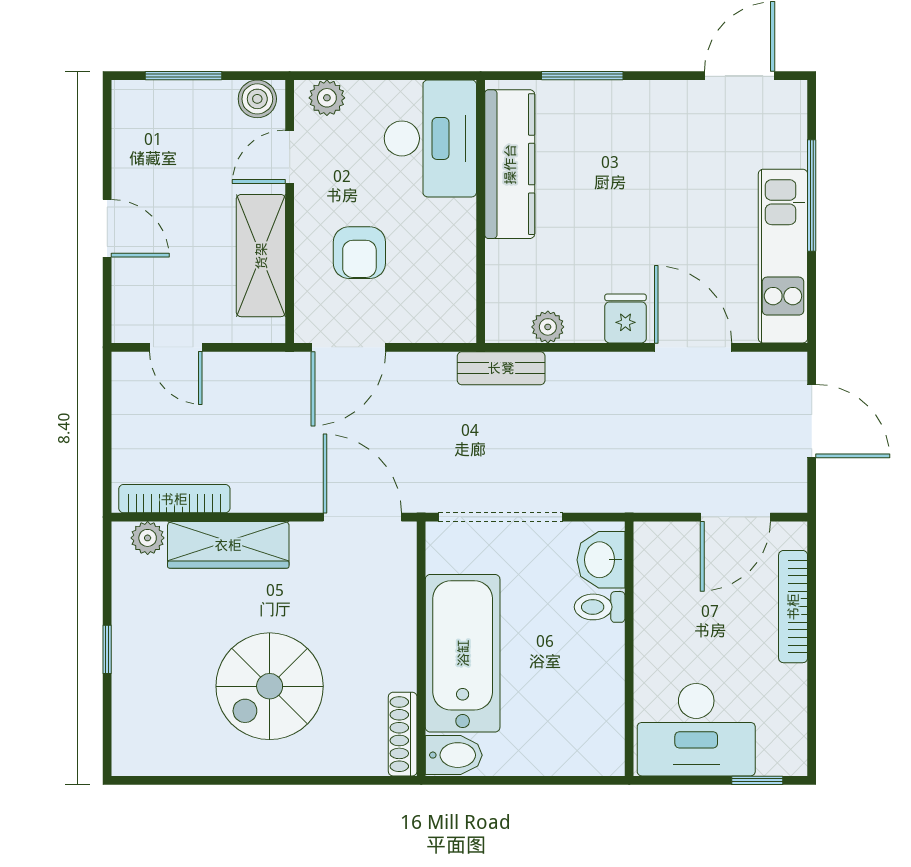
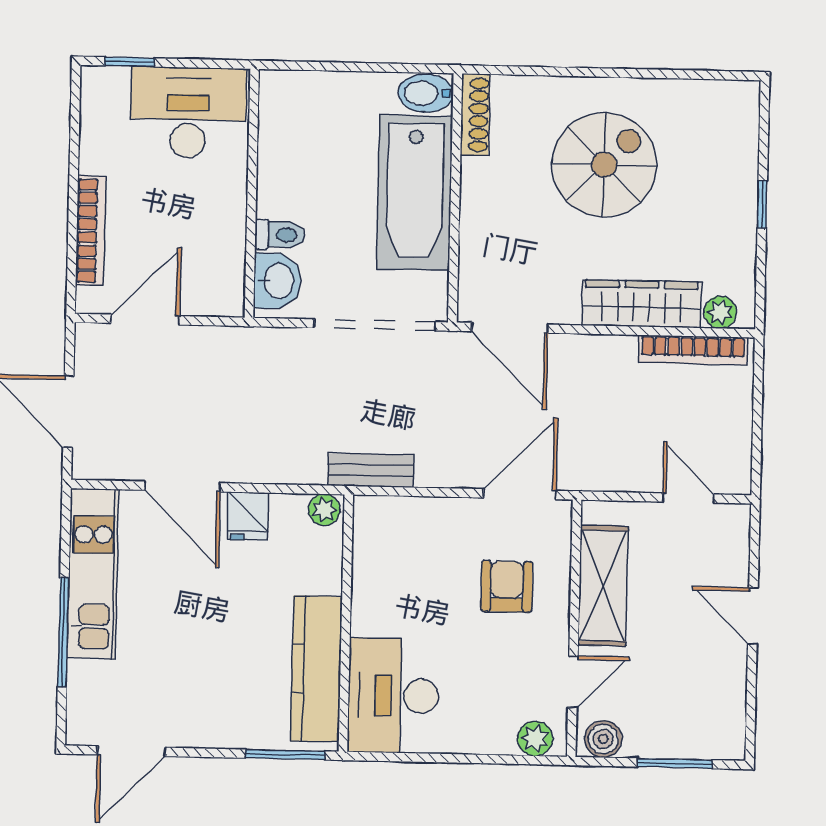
desk: (430, 138) -> (393, 696), moved
kitchen counter: (510, 164) -> (316, 669), moved
wall: (481, 211) -> (346, 623), moved

